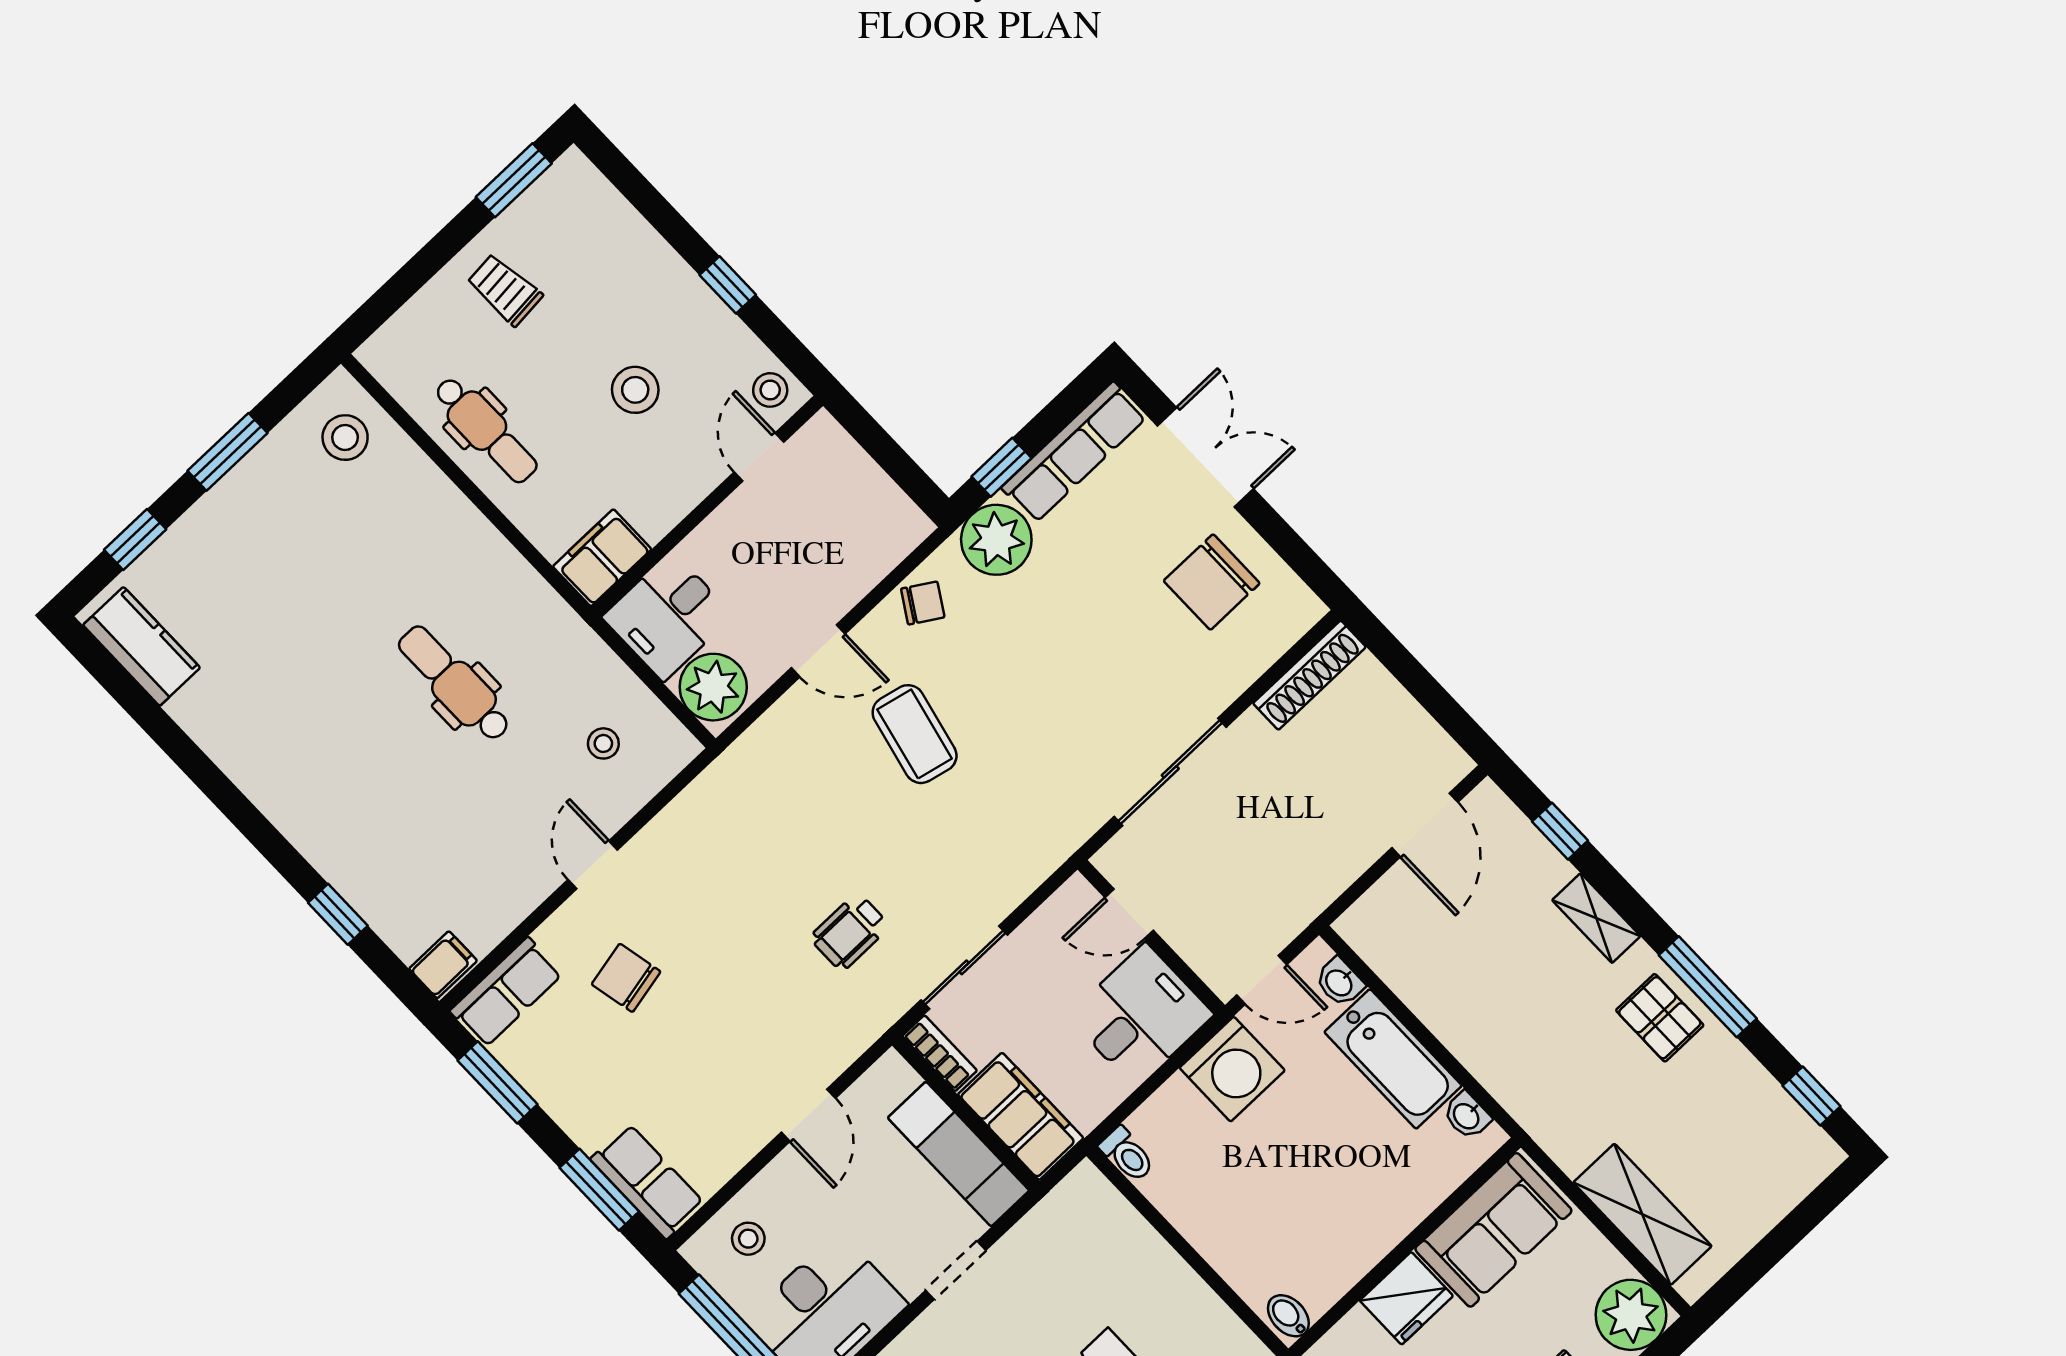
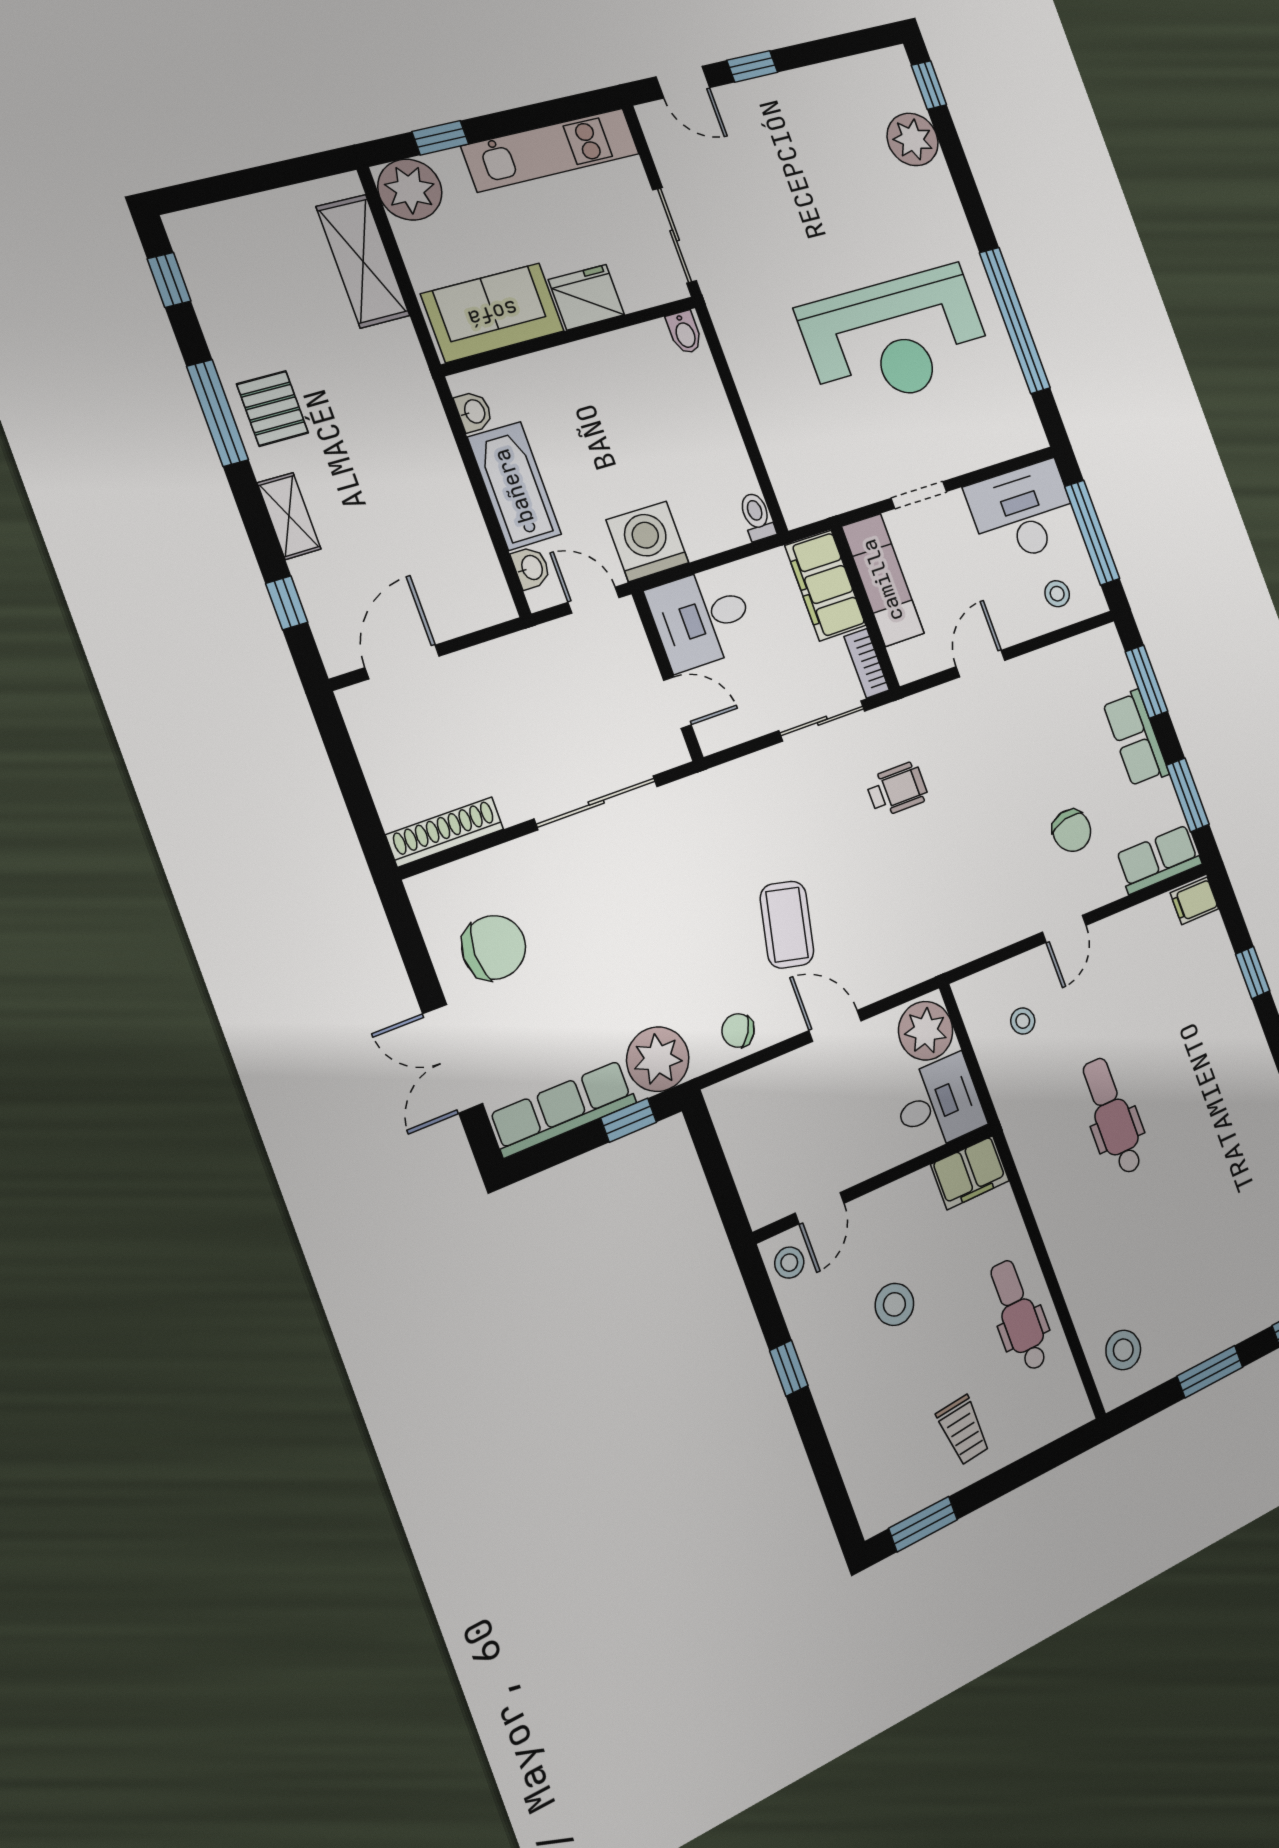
dental chair: (454, 684) -> (1113, 1116), turned 180
row of seats: (647, 1181) -> (1136, 738), moved

